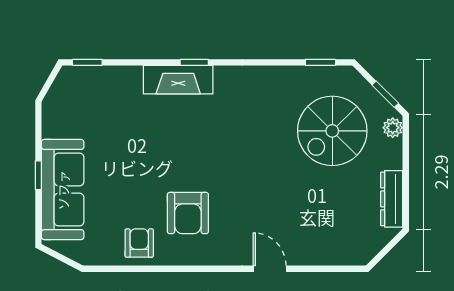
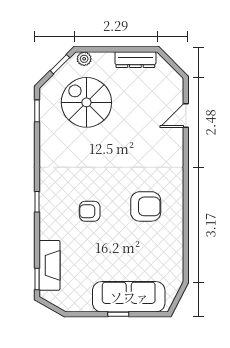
fireplace: (178, 80) -> (50, 265), moved
spiral stairs: (332, 131) -> (86, 102), turned 180
armchair: (139, 243) -> (90, 211), moved
door: (270, 269) -> (186, 115), moved

